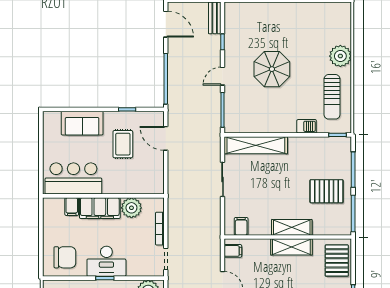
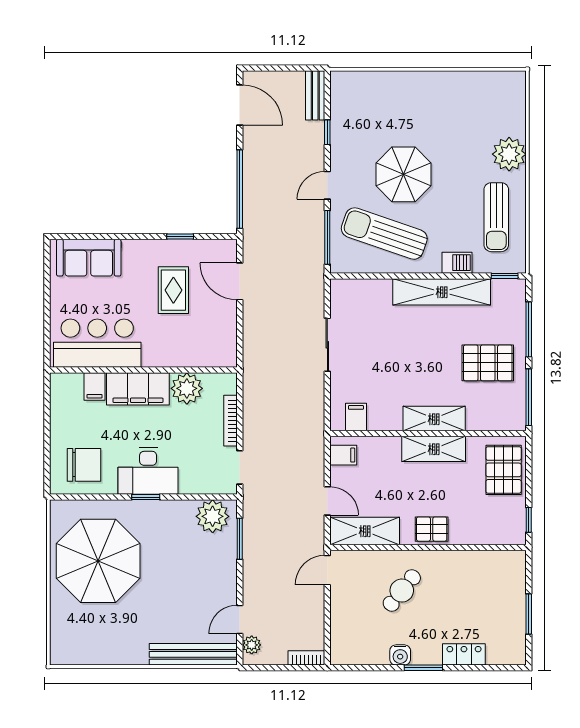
sun lounger: (259, 107) -> (384, 234), added
sofa: (82, 123) -> (89, 258), moved
shelving: (256, 145) -> (442, 292), moved

